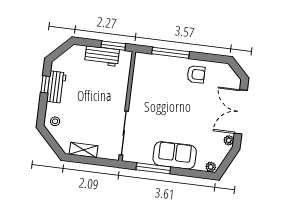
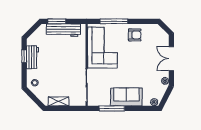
window: (113, 46) -> (57, 21), moved
workbench: (102, 56) -> (63, 30), width x1.38
corner sofa: (151, 86) -> (102, 48), added
double door: (241, 112) -> (171, 59), width x0.73

